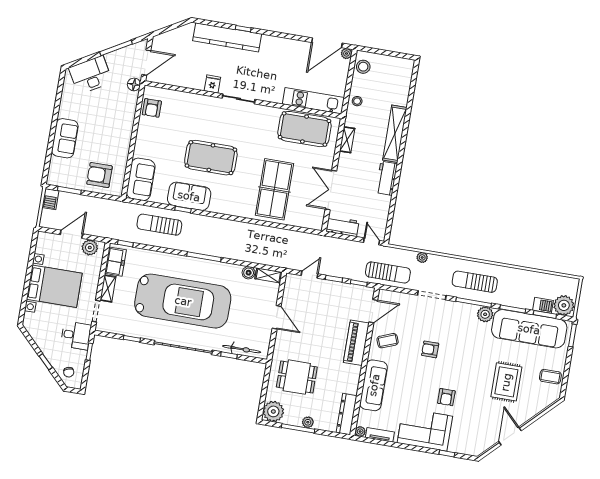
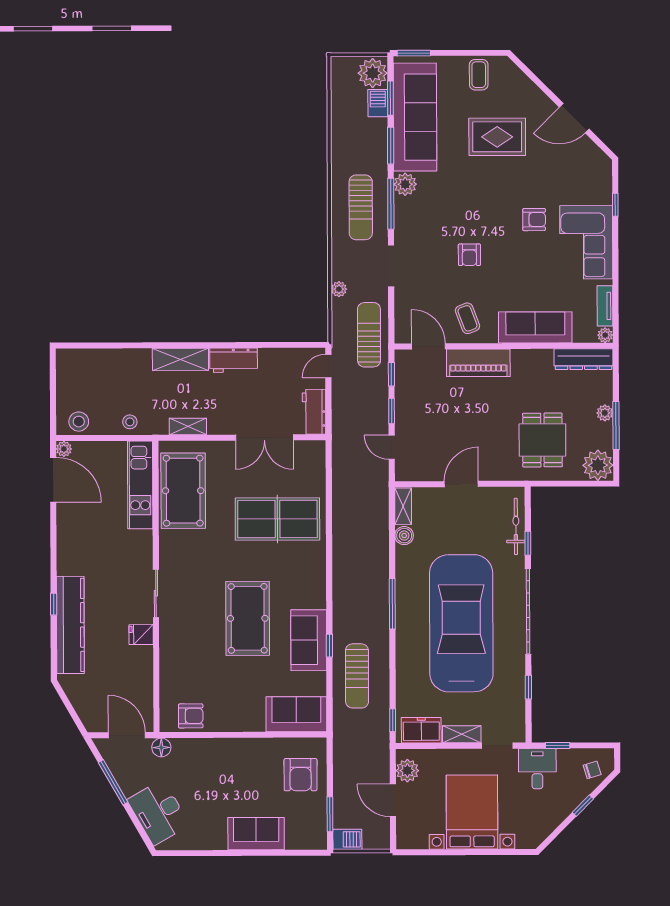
shelving: (395, 134) -> (180, 359), width x0.68

